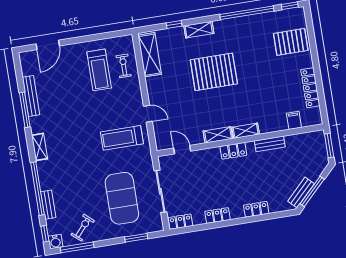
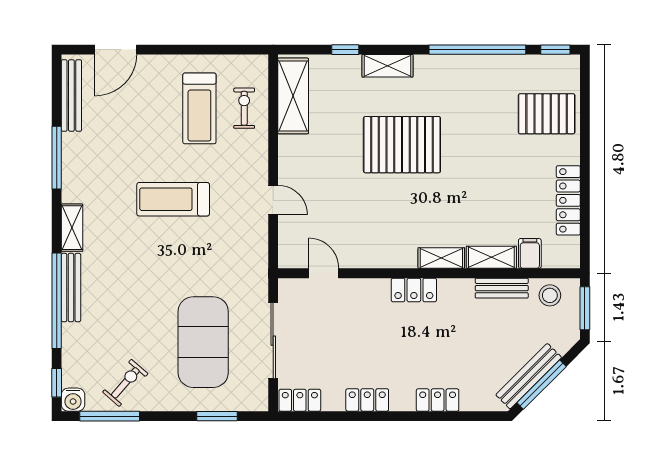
bench: (31, 96) -> (71, 95), moved
shelving: (218, 135) -> (491, 257), moved
treadmill: (122, 138) -> (173, 199), moved
stool: (309, 142) -> (550, 295), added
bench: (270, 144) -> (502, 288), moved
bench: (301, 192) -> (529, 376), width x1.36
bench: (48, 205) -> (71, 288), moved, width x1.36

